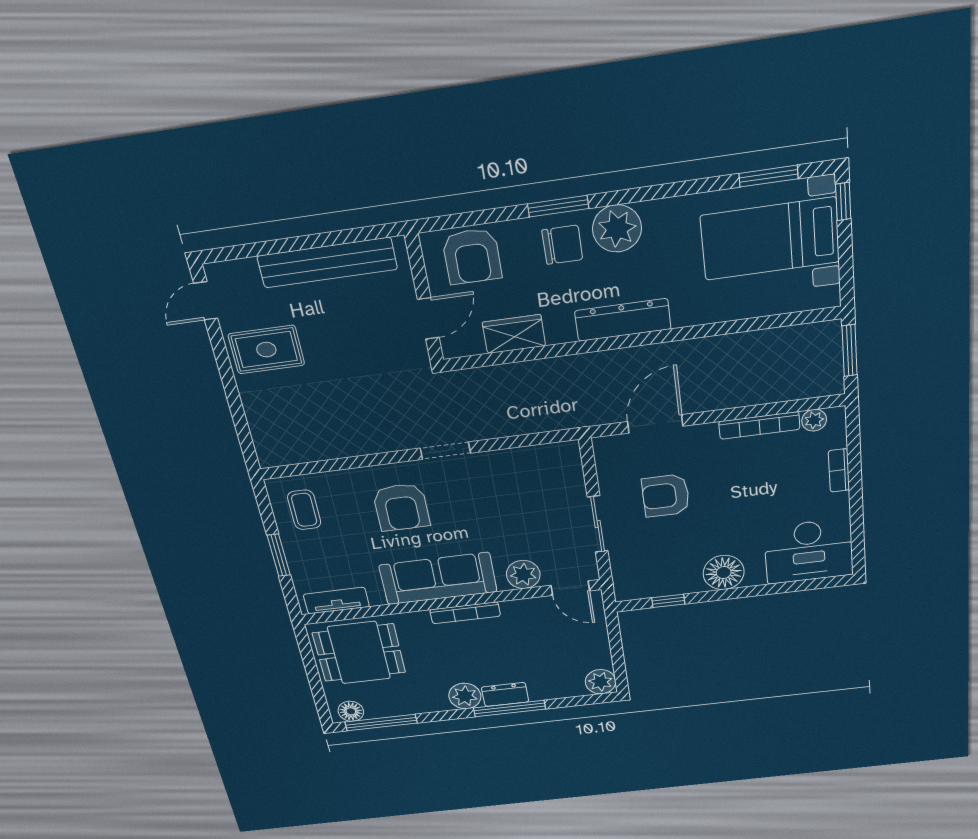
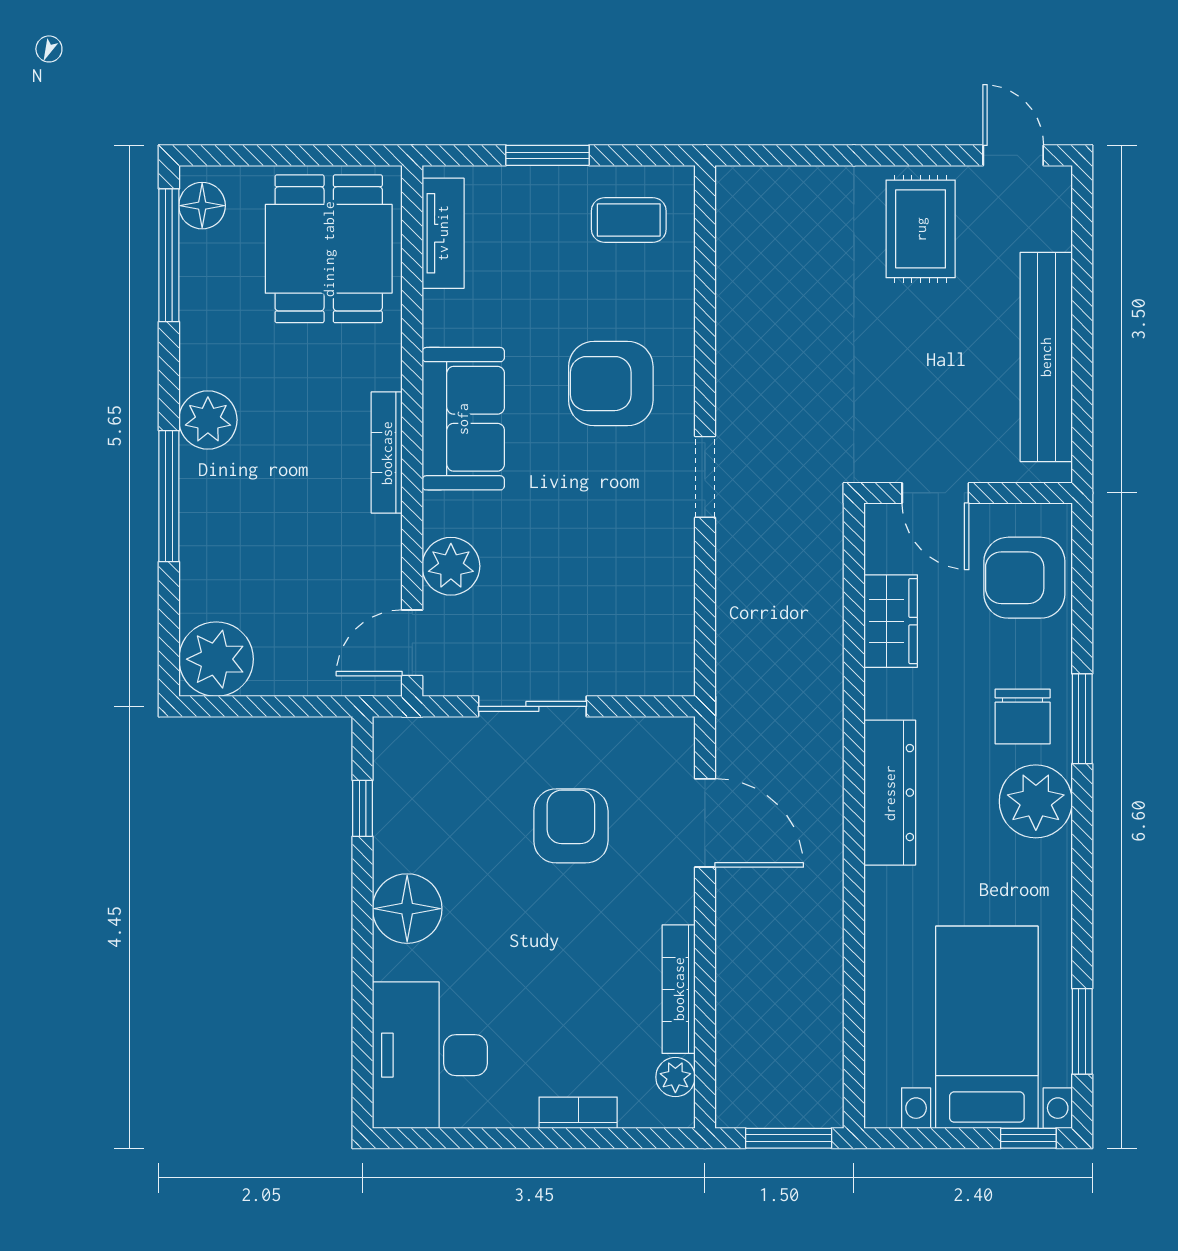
sofa: (438, 578) -> (463, 419), width x0.73
plant: (601, 682) -> (216, 659), width x1.36, depth x1.36
dresser: (505, 694) -> (201, 493), removed

